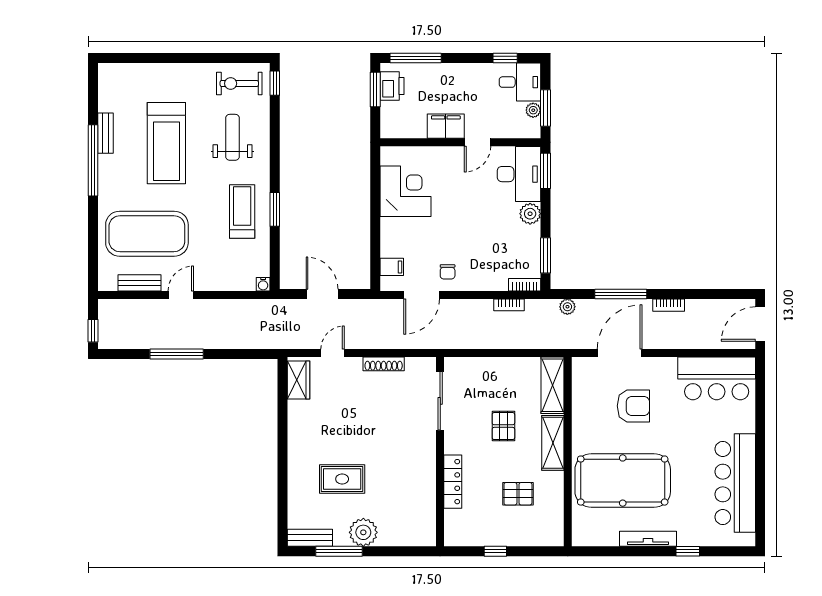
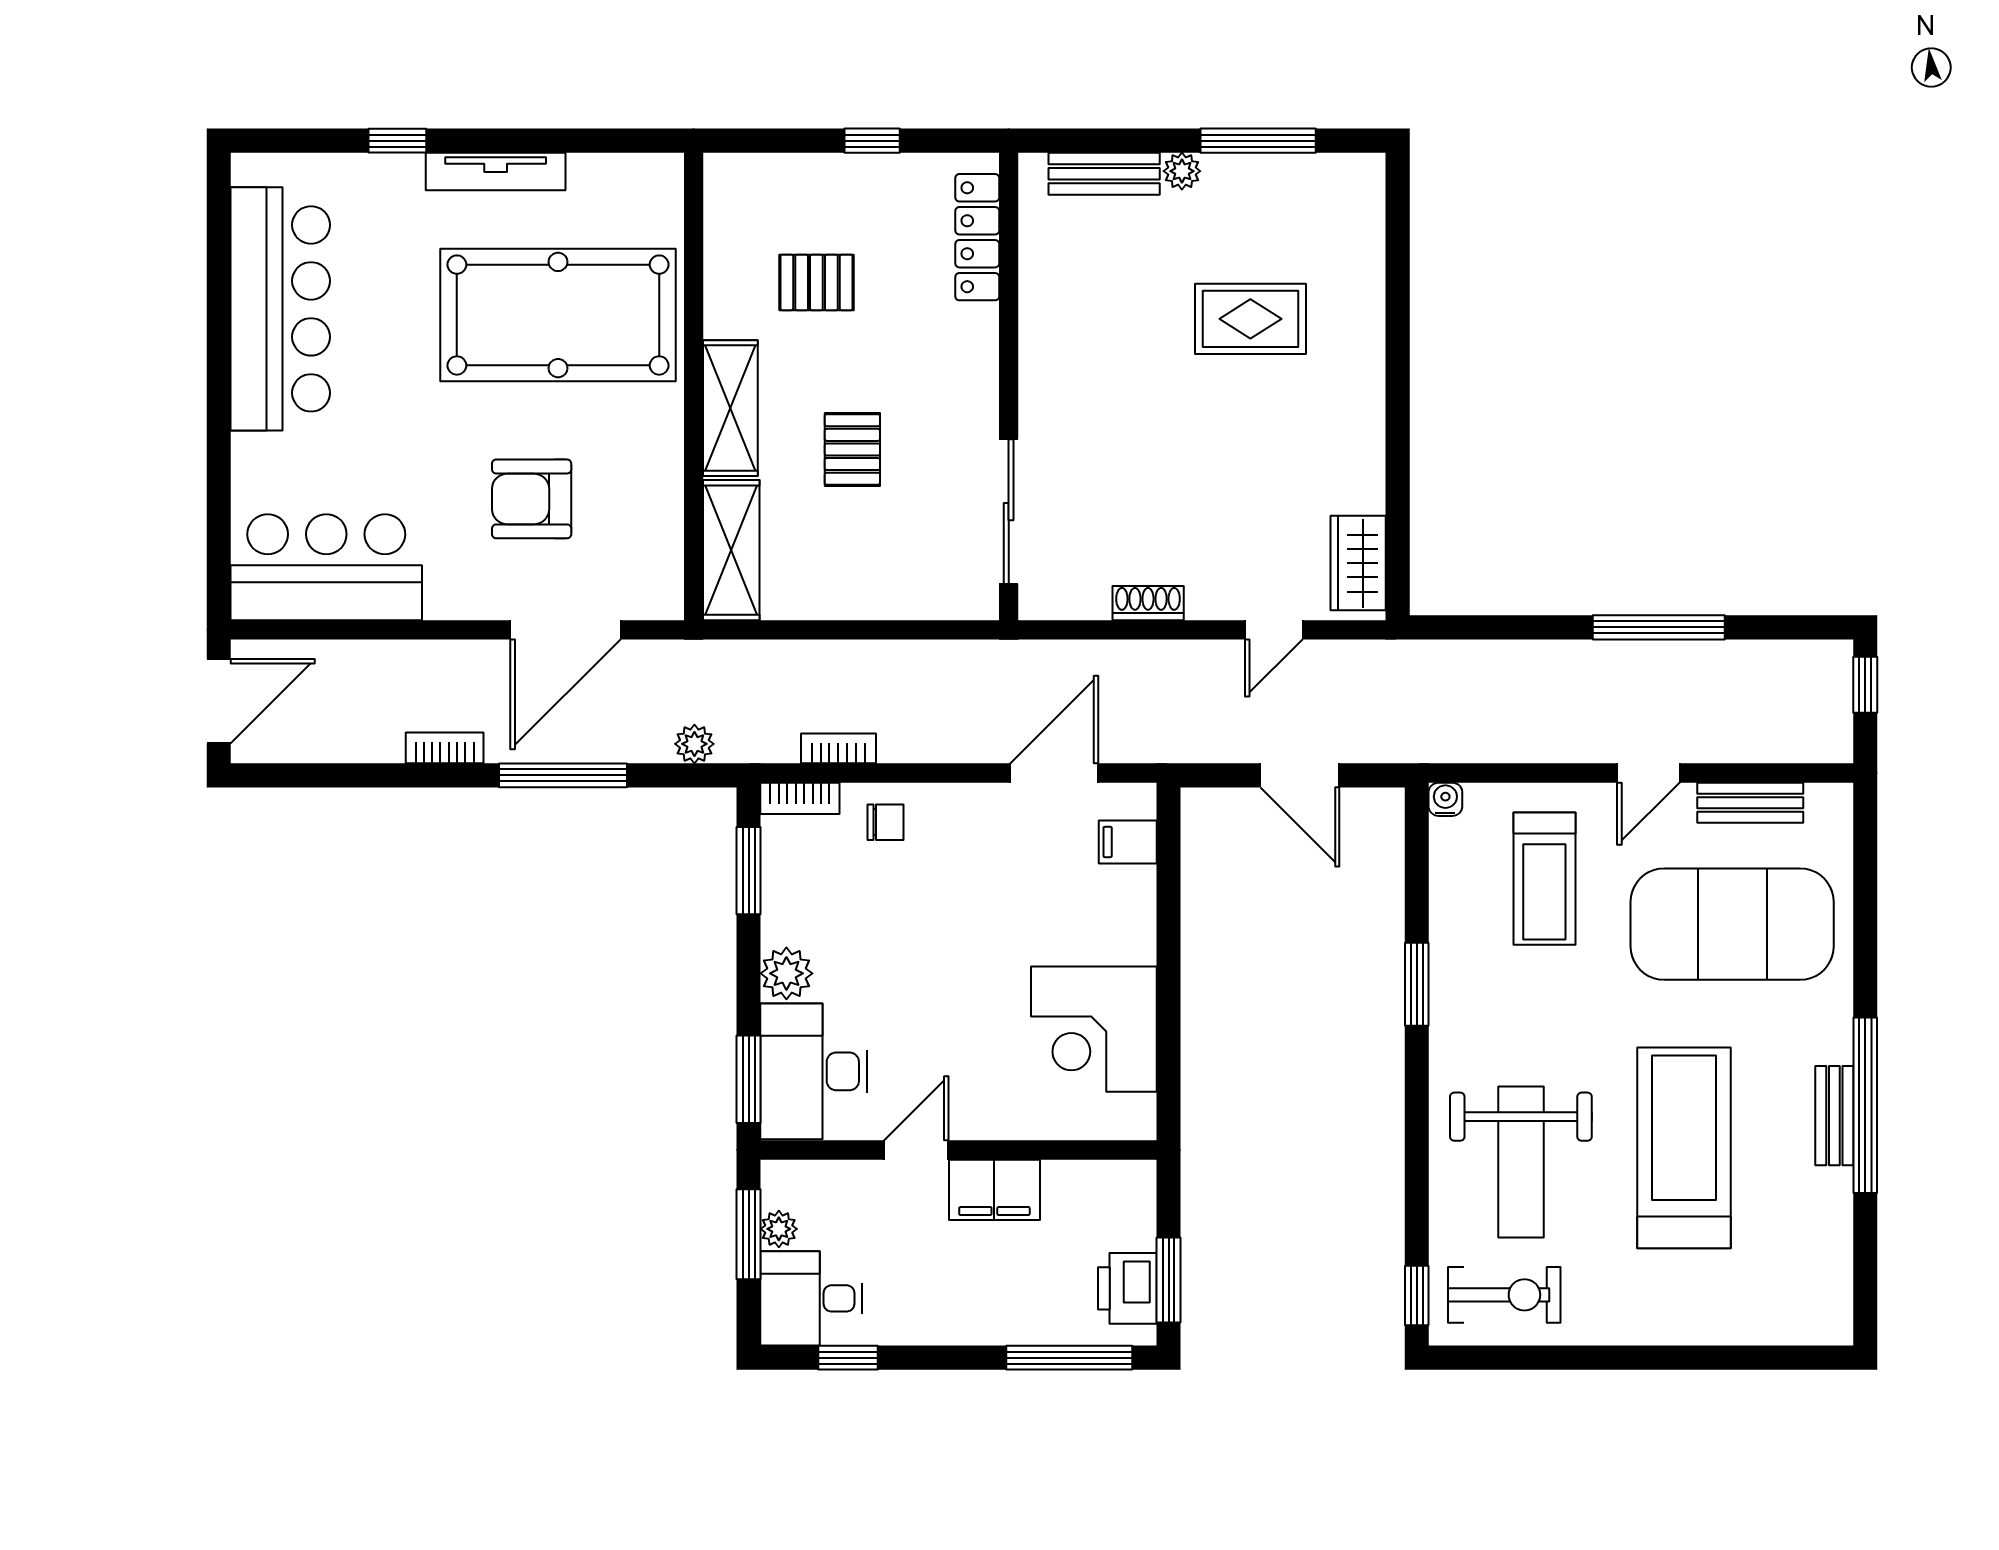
bench: (105, 133) -> (1834, 1116), moved
weight bench: (233, 137) -> (1521, 1162), width x1.36, depth x1.33
treadmill: (242, 211) -> (1544, 879), moved
chair: (448, 272) -> (885, 822), moved, turned 90
shoe rack: (384, 364) -> (1148, 603), width x0.70
locker: (453, 482) -> (977, 237), moved
plant: (363, 532) -> (1182, 171), width x0.53, depth x0.53
bench: (310, 538) -> (1104, 174), moved

